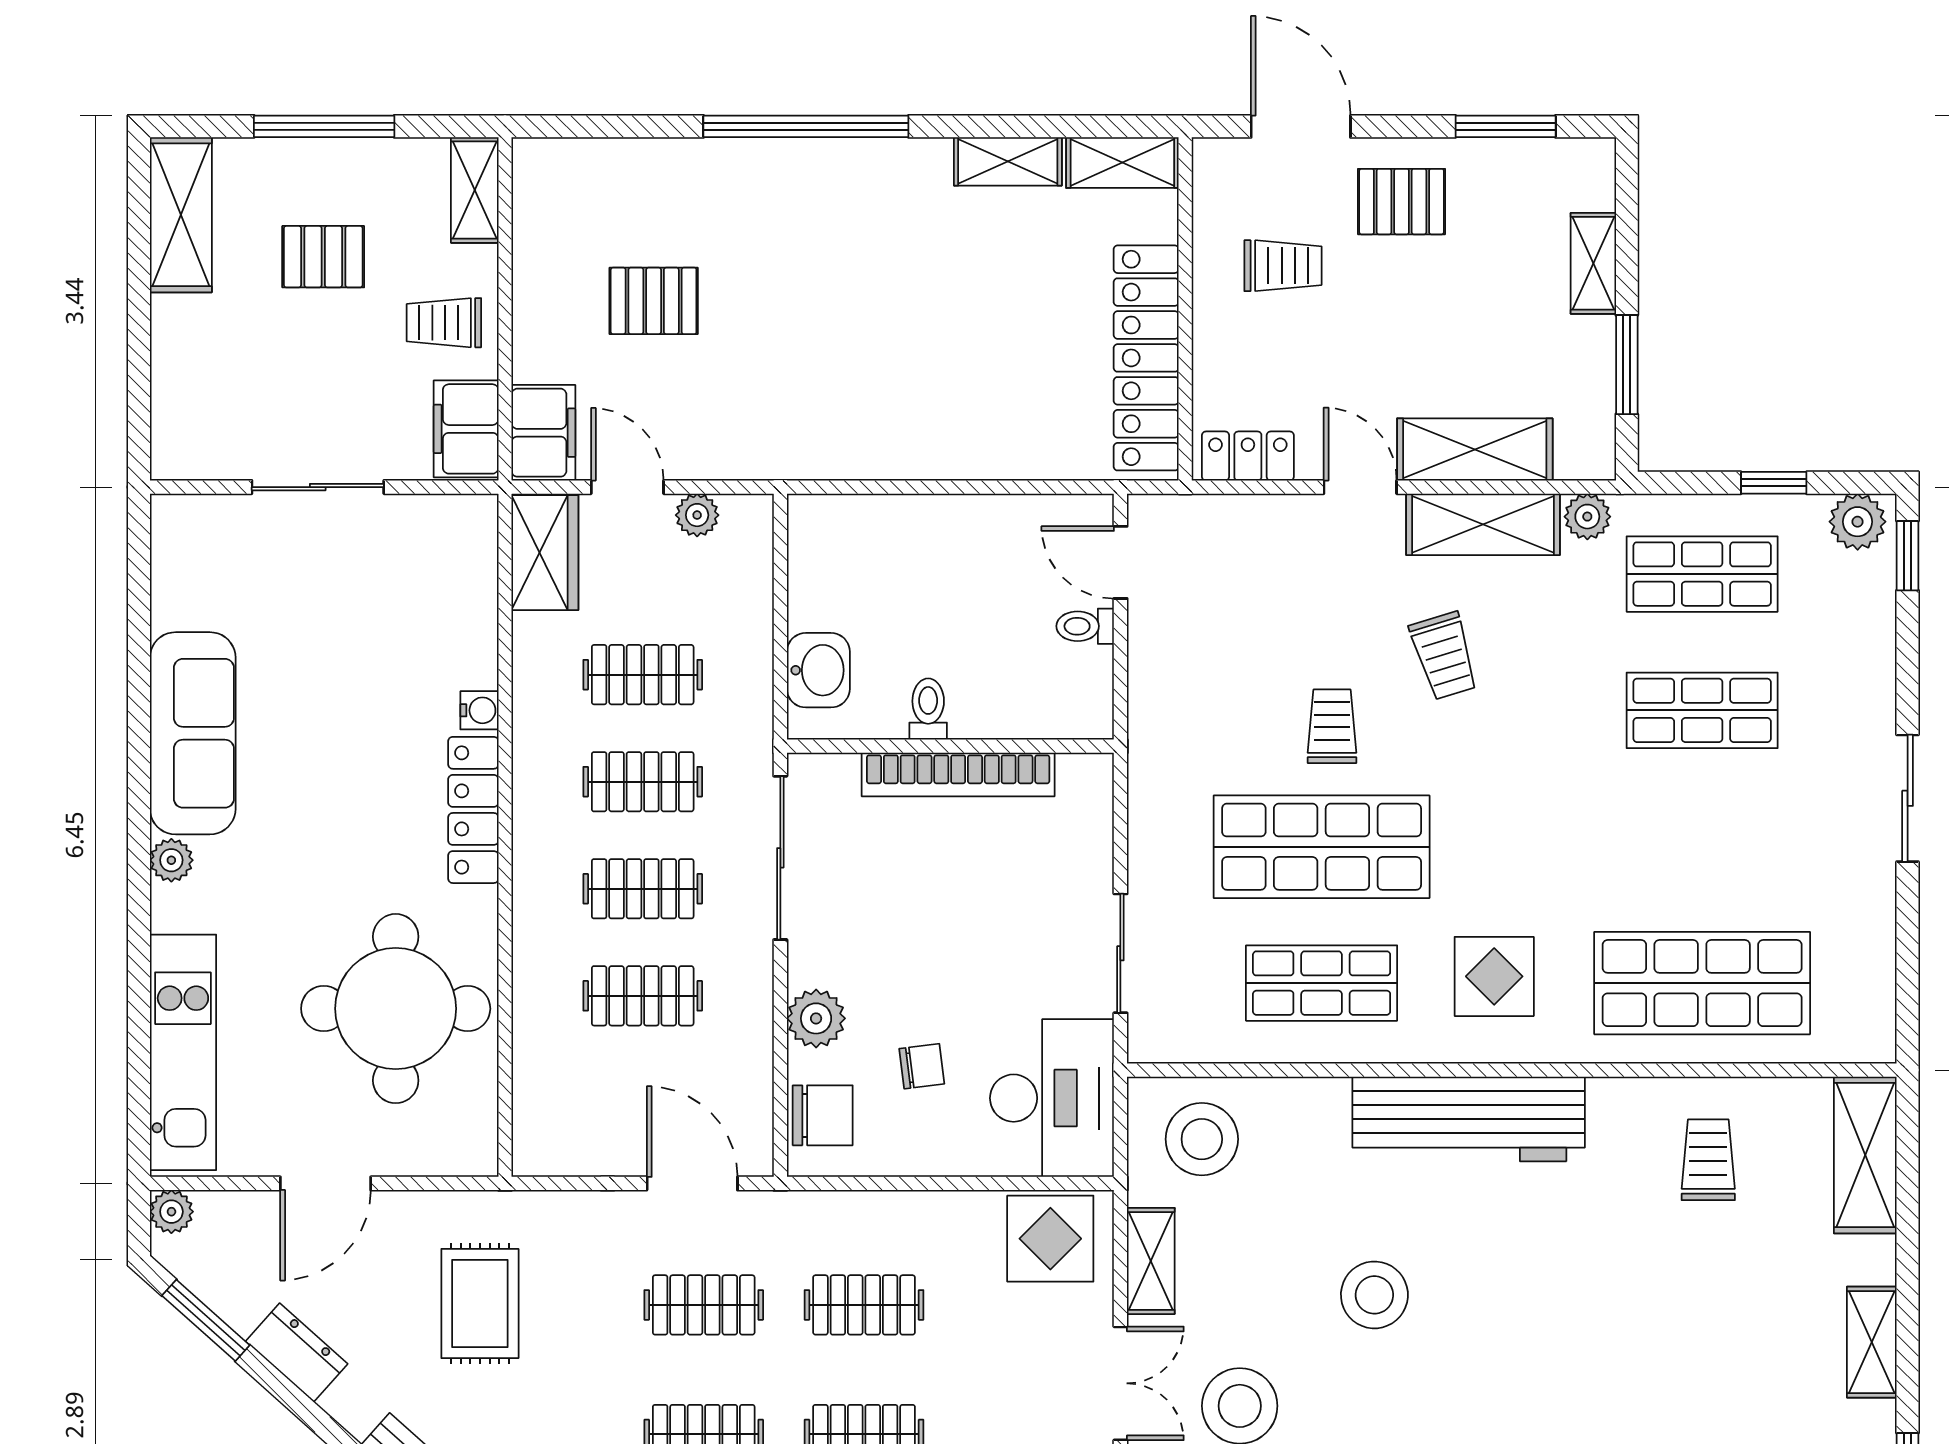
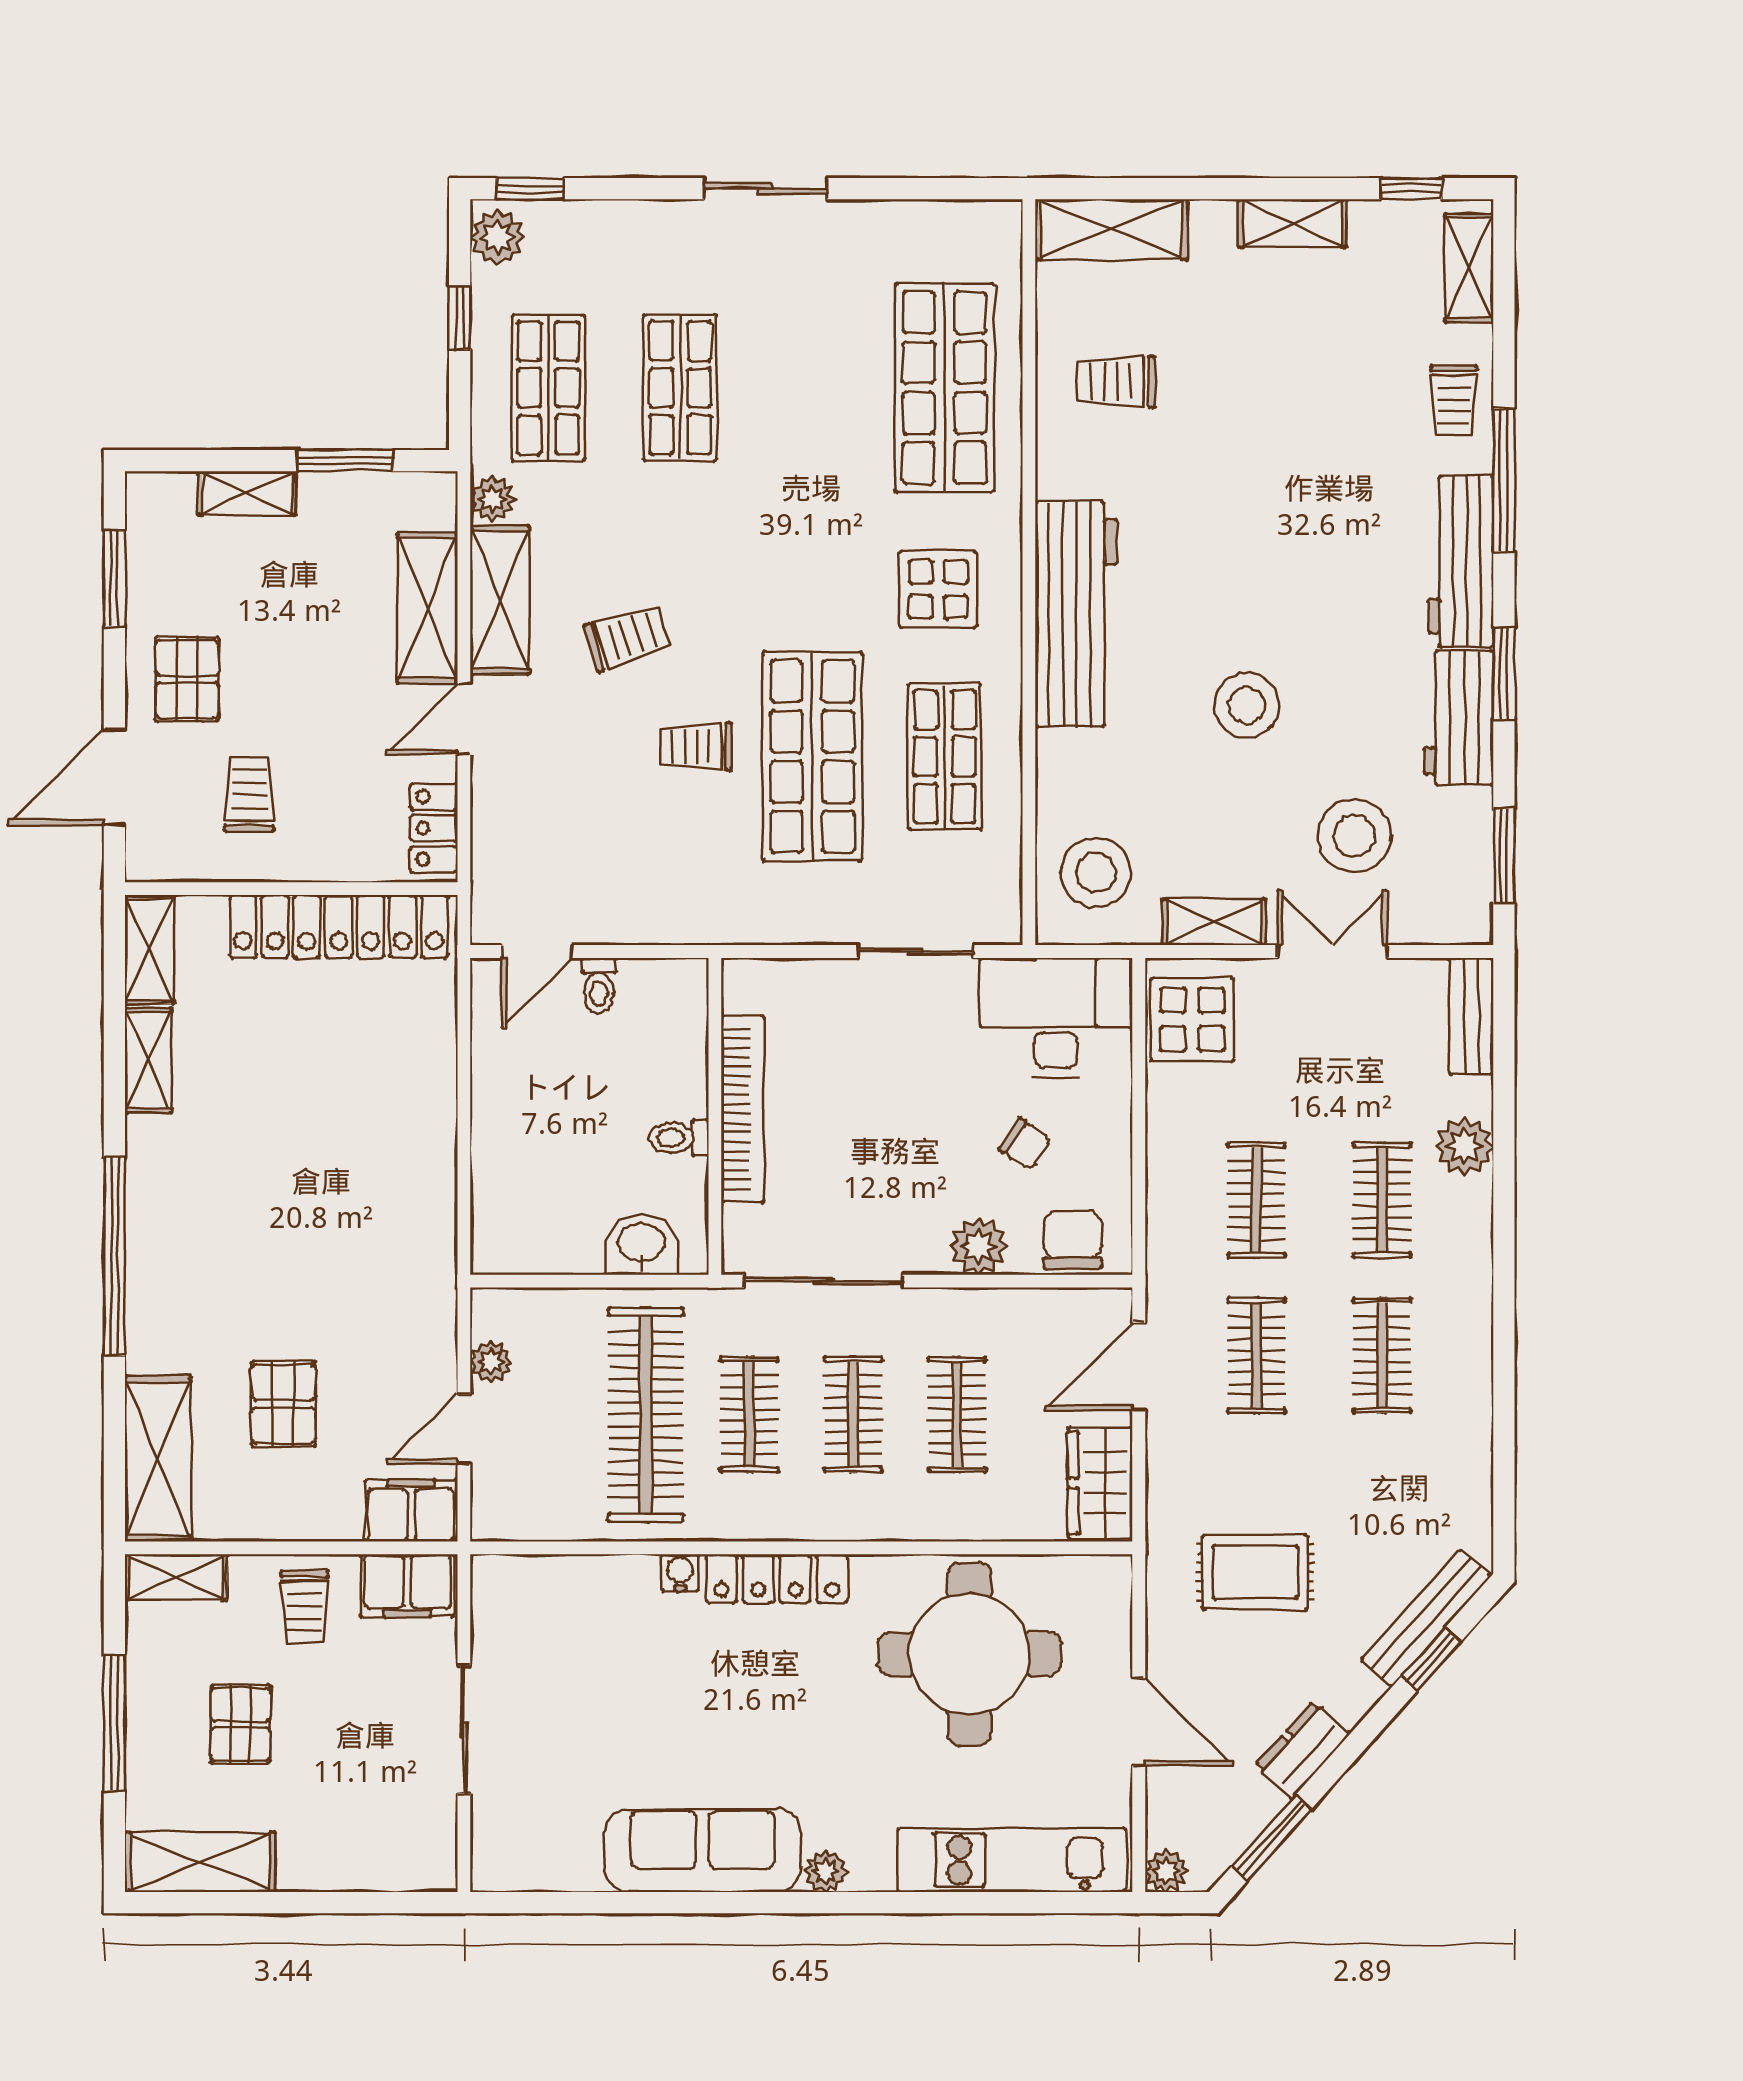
shelving: (597, 171) -> (158, 1459), added
wardrobe: (545, 553) -> (1100, 1483), moved, turned -90
clothes rail: (643, 675) -> (646, 1415), width x1.86, depth x1.31
chair: (922, 1066) -> (1025, 1144), turned 131

